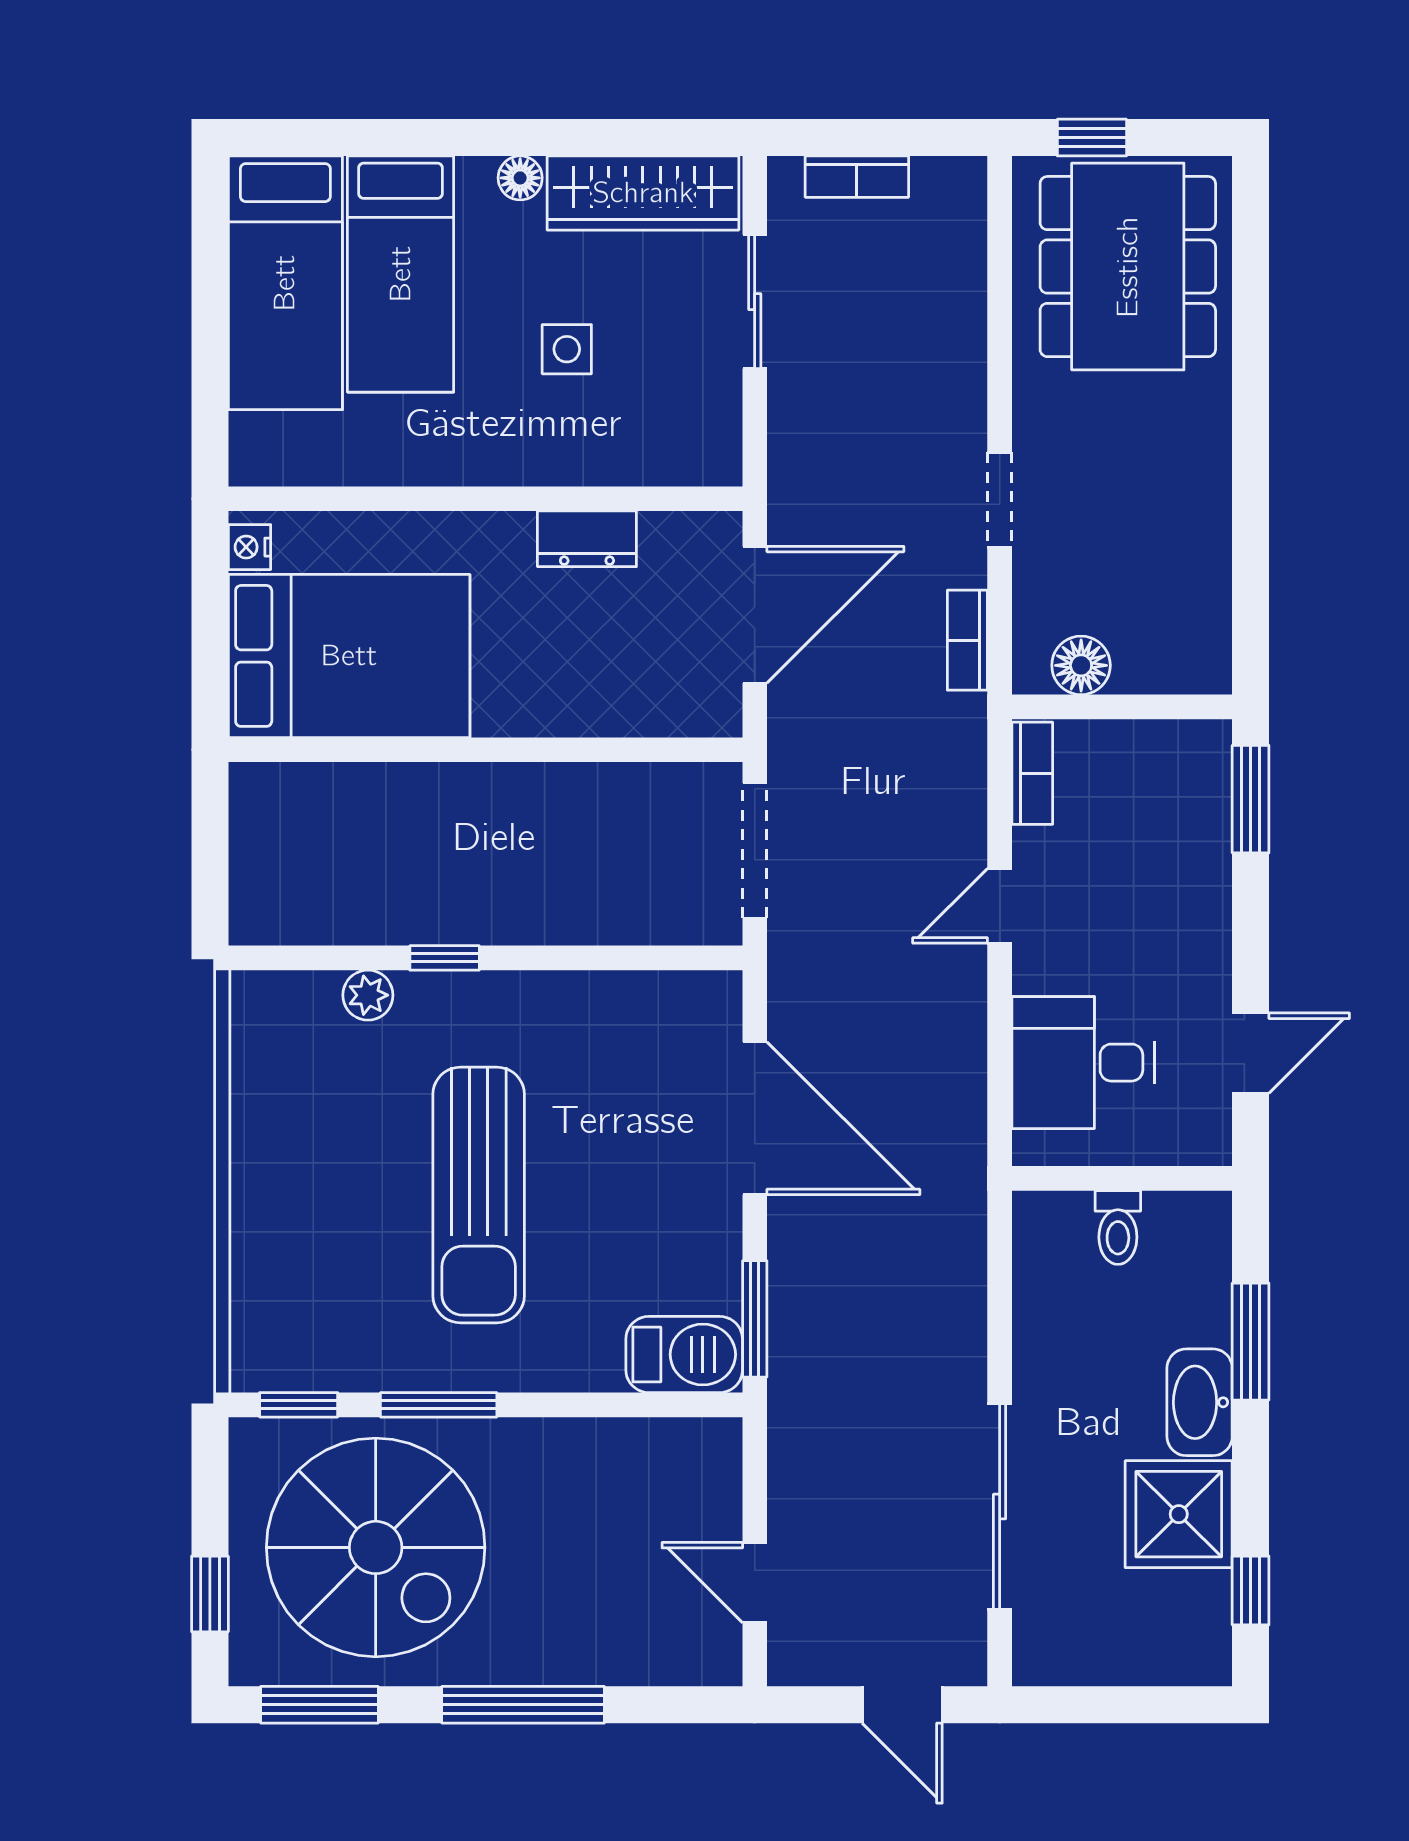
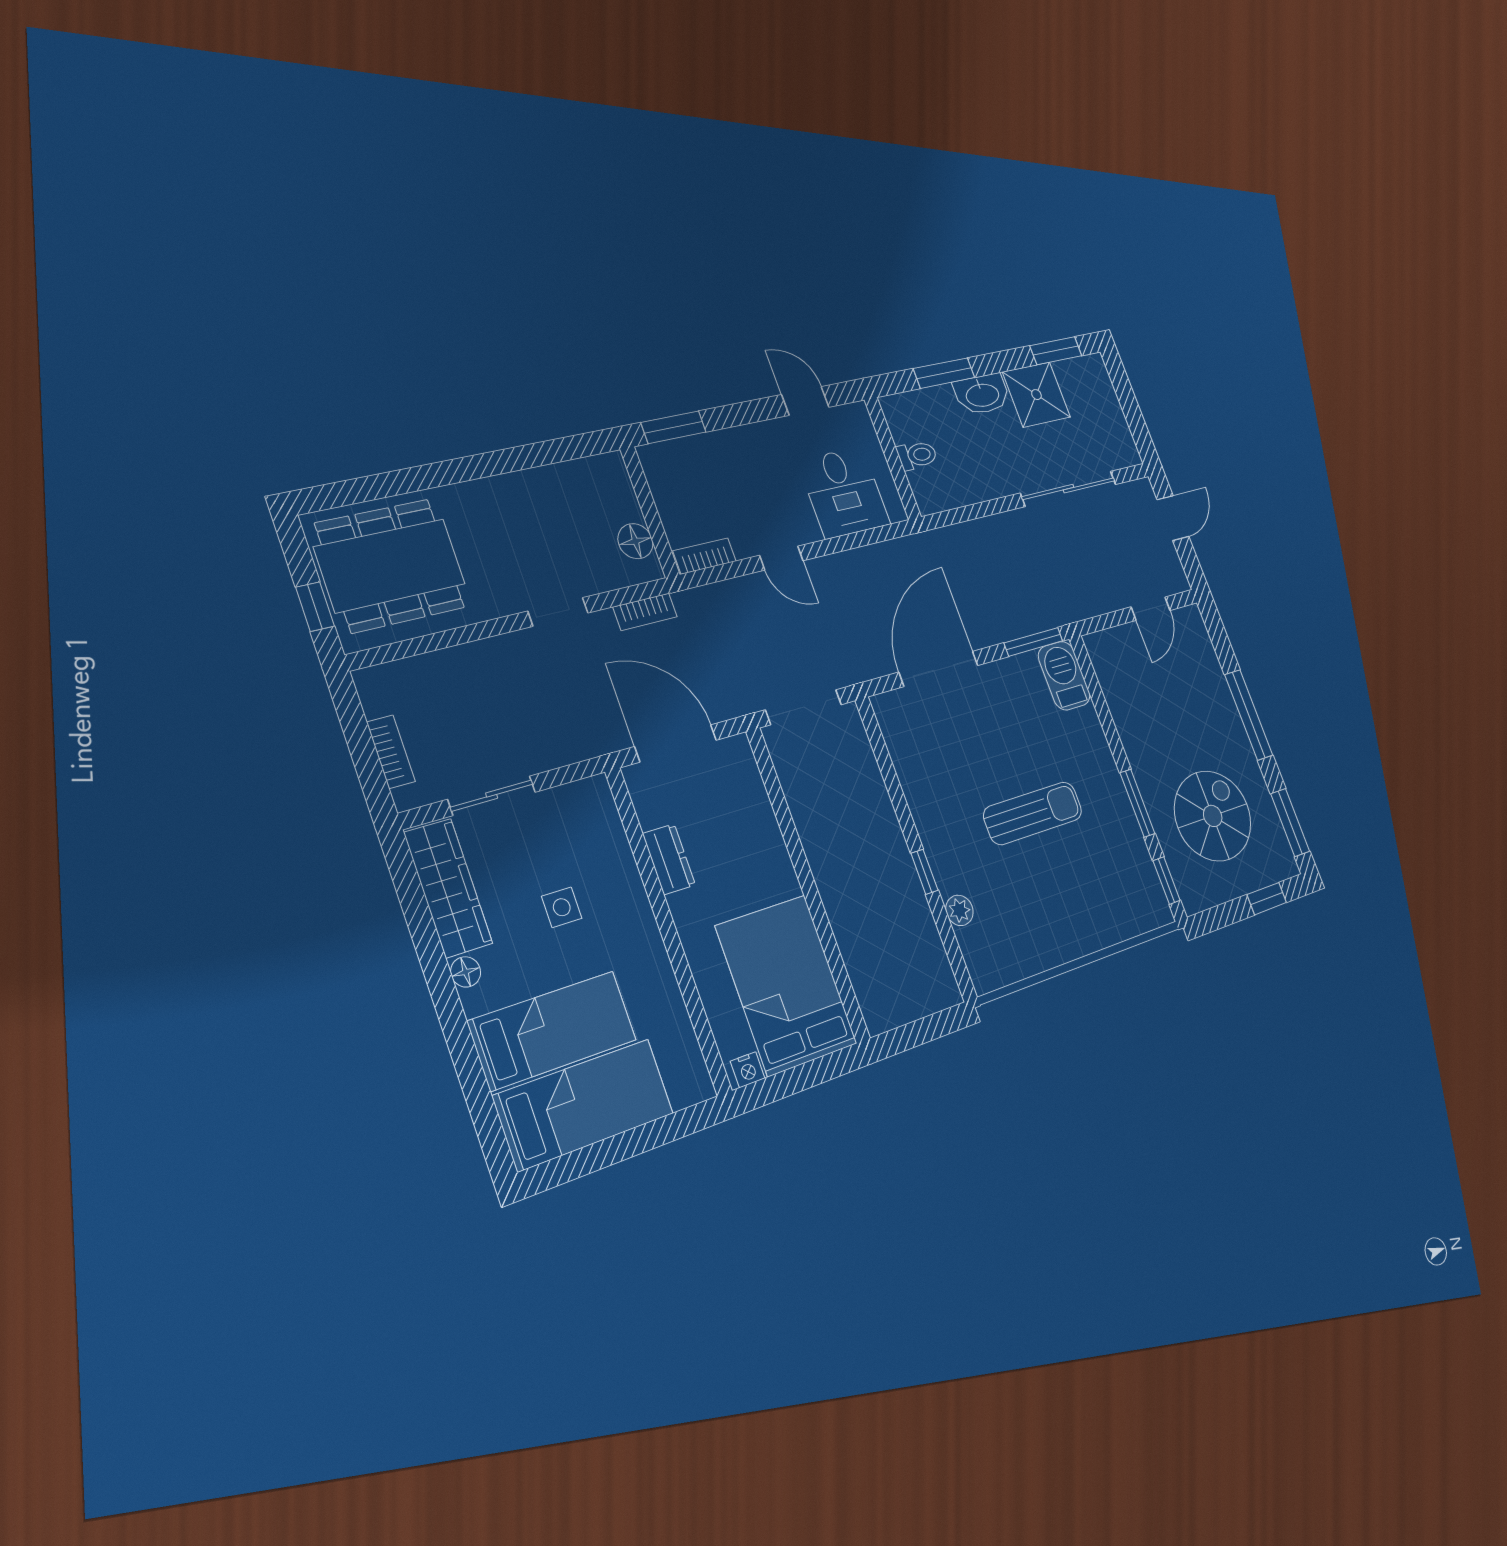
sun lounger: (479, 1195) -> (1033, 813), width x0.73, depth x0.75
spiral stairs: (376, 1547) -> (1213, 816), width x0.73, depth x0.73
window: (1251, 1590) -> (1056, 351), width x1.50

